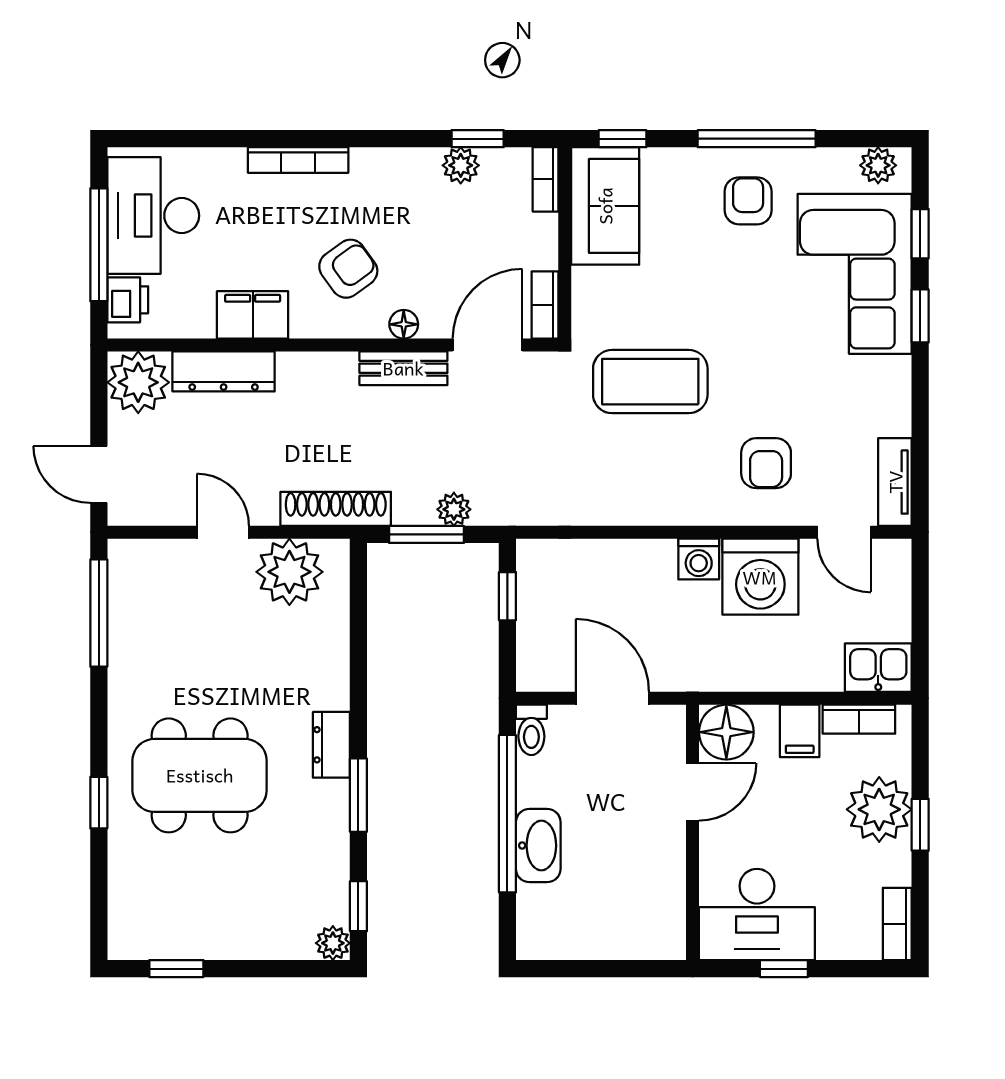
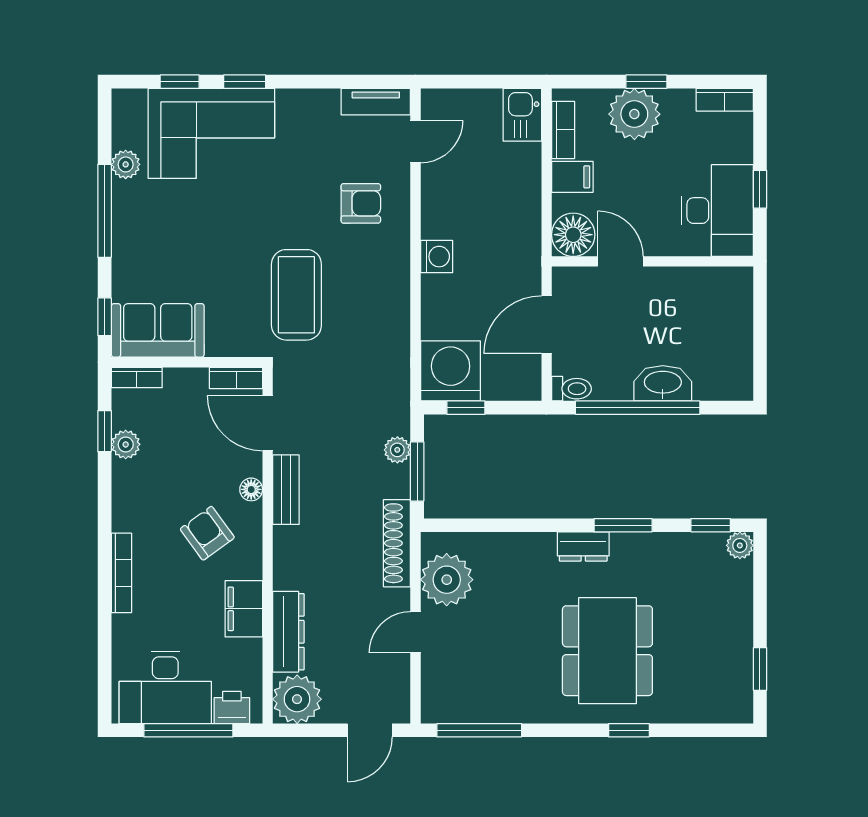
plant: (878, 165) -> (126, 164), moved
armchair: (748, 201) -> (154, 218), removed
washing machine: (760, 577) -> (451, 371), moved, turned -90

